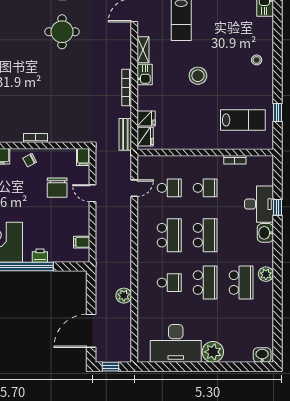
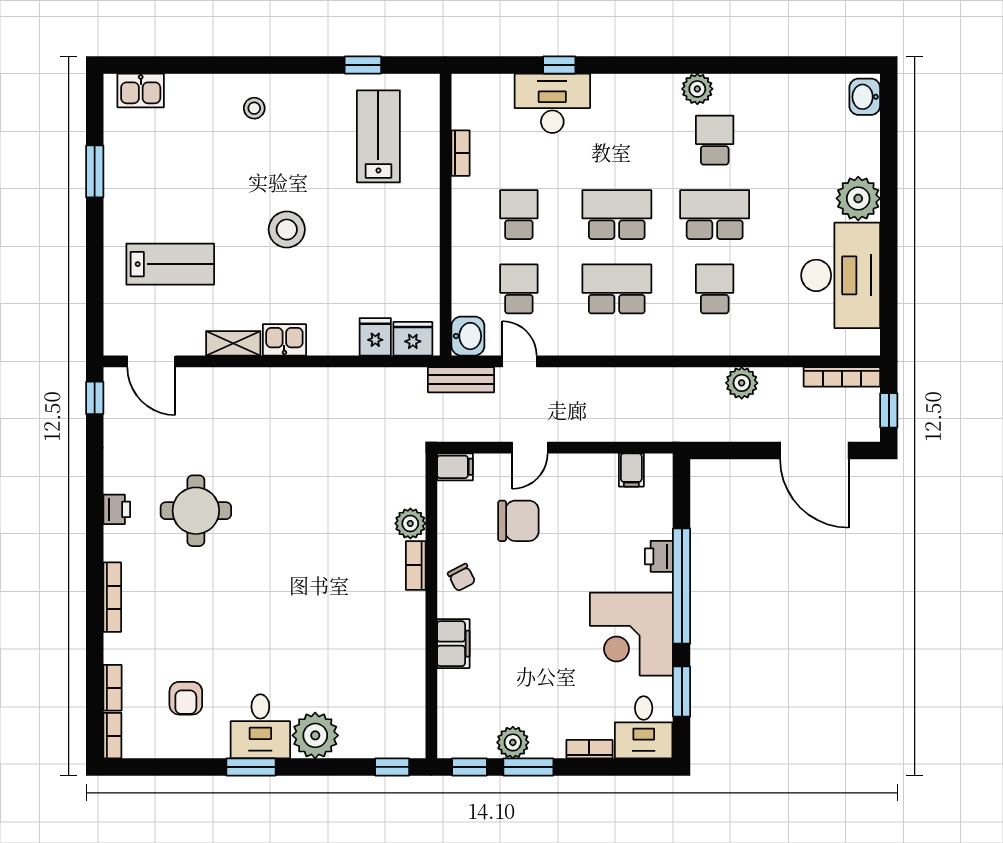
bookcase: (127, 88) -> (842, 377), moved
bench: (125, 134) -> (461, 380), moved
plant: (56, 135) -> (410, 523), added
washbasin: (265, 233) -> (468, 336), moved, turned -90
school desk: (241, 283) -> (715, 140), width x0.54

